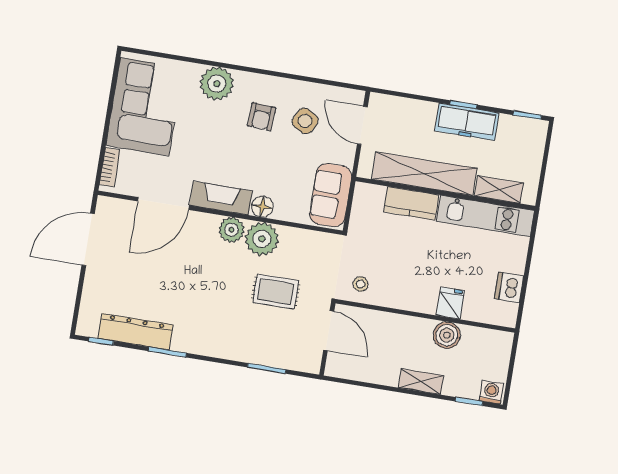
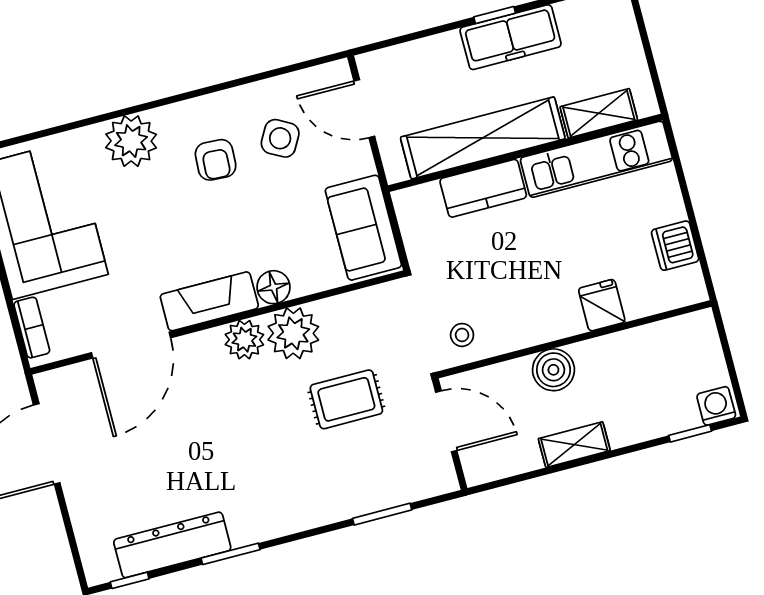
boiler: (447, 335) -> (553, 370), moved
shelving: (421, 382) -> (574, 445), moved

